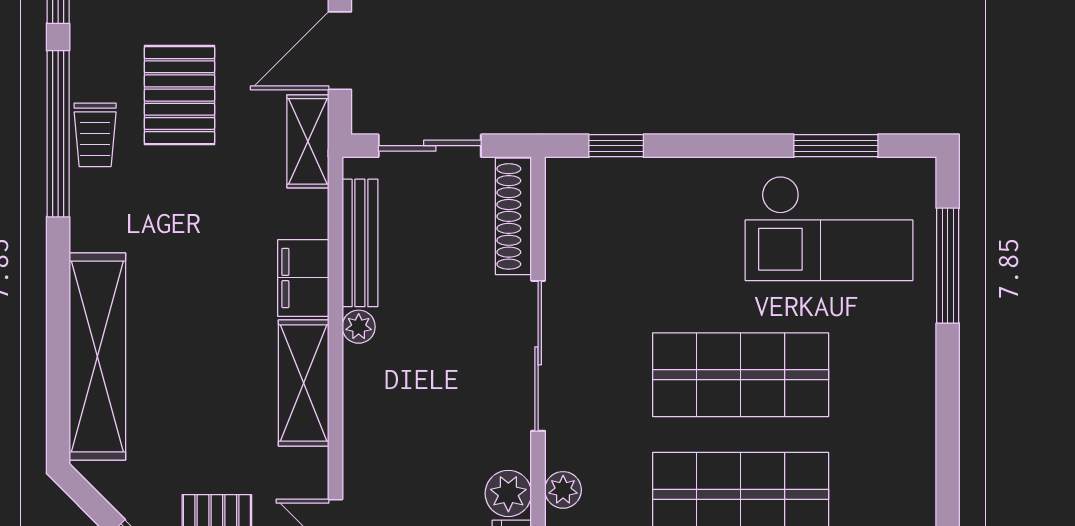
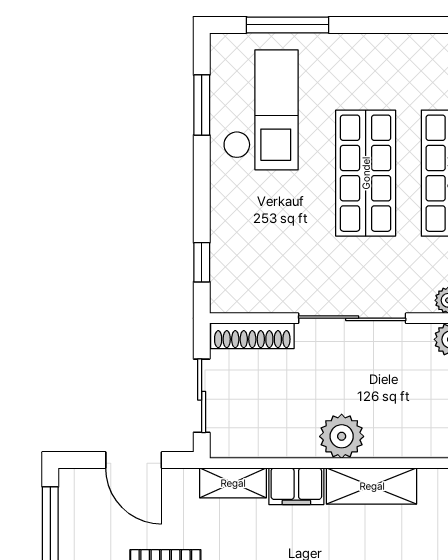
shelving: (308, 141) -> (233, 483), moved
bench: (360, 243) -> (271, 446), removed
plant: (359, 327) -> (342, 436), width x1.87, depth x1.87

